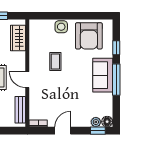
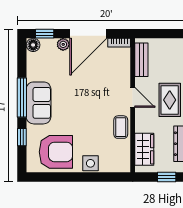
armchair: (89, 36) -> (56, 152), turned 90
coffee table: (55, 62) -> (121, 127), moved
plant: (96, 122) -> (63, 44), moved
door: (63, 131) -> (88, 34), width x1.88

